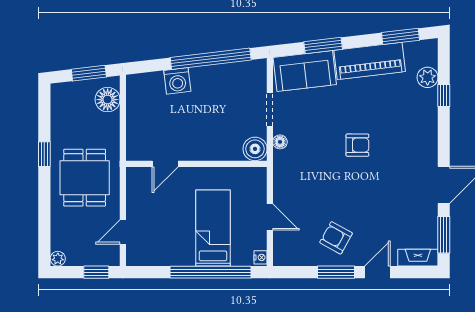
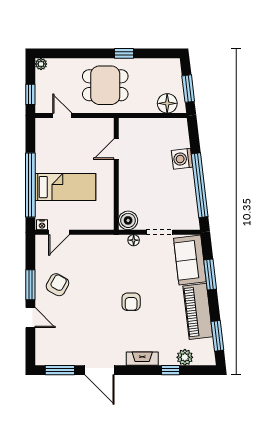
door: (165, 164) -> (116, 149), hinge flipped
door: (270, 217) -> (59, 232), moved
fireplace: (418, 258) -> (142, 359), moved, turned -90

